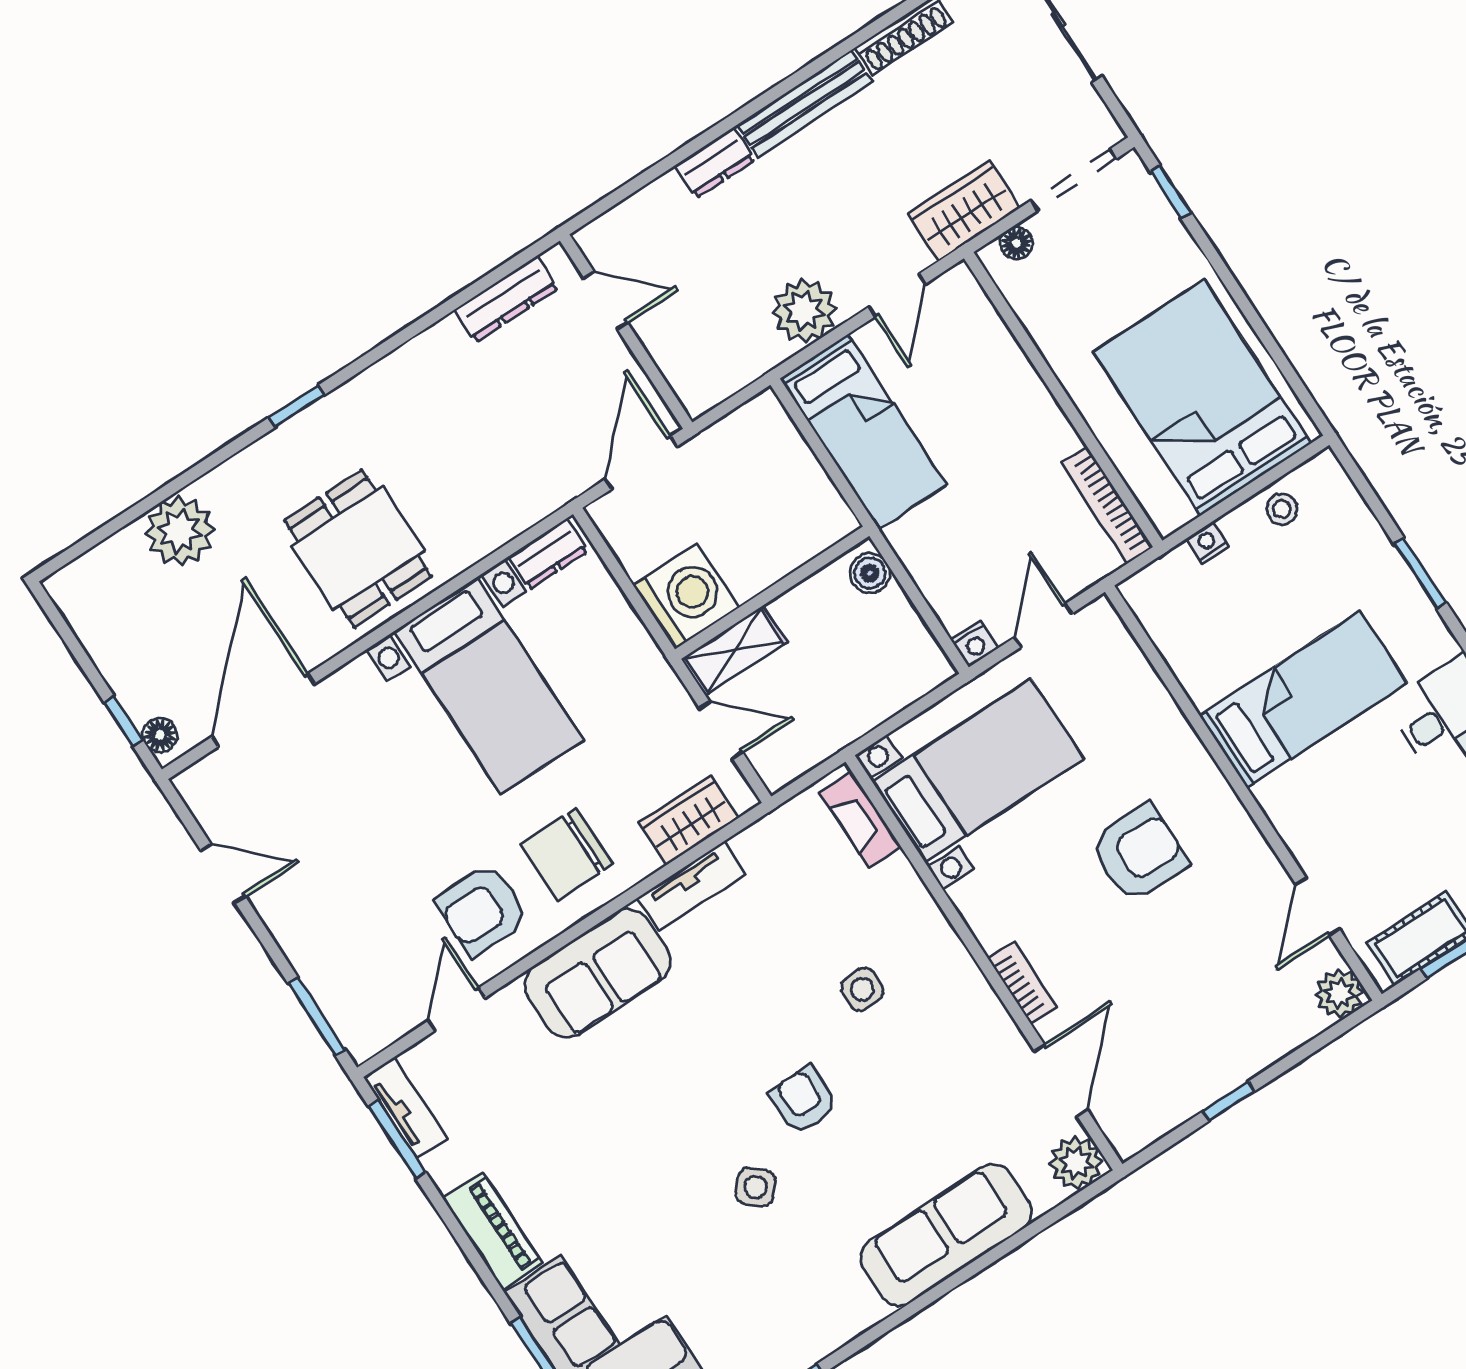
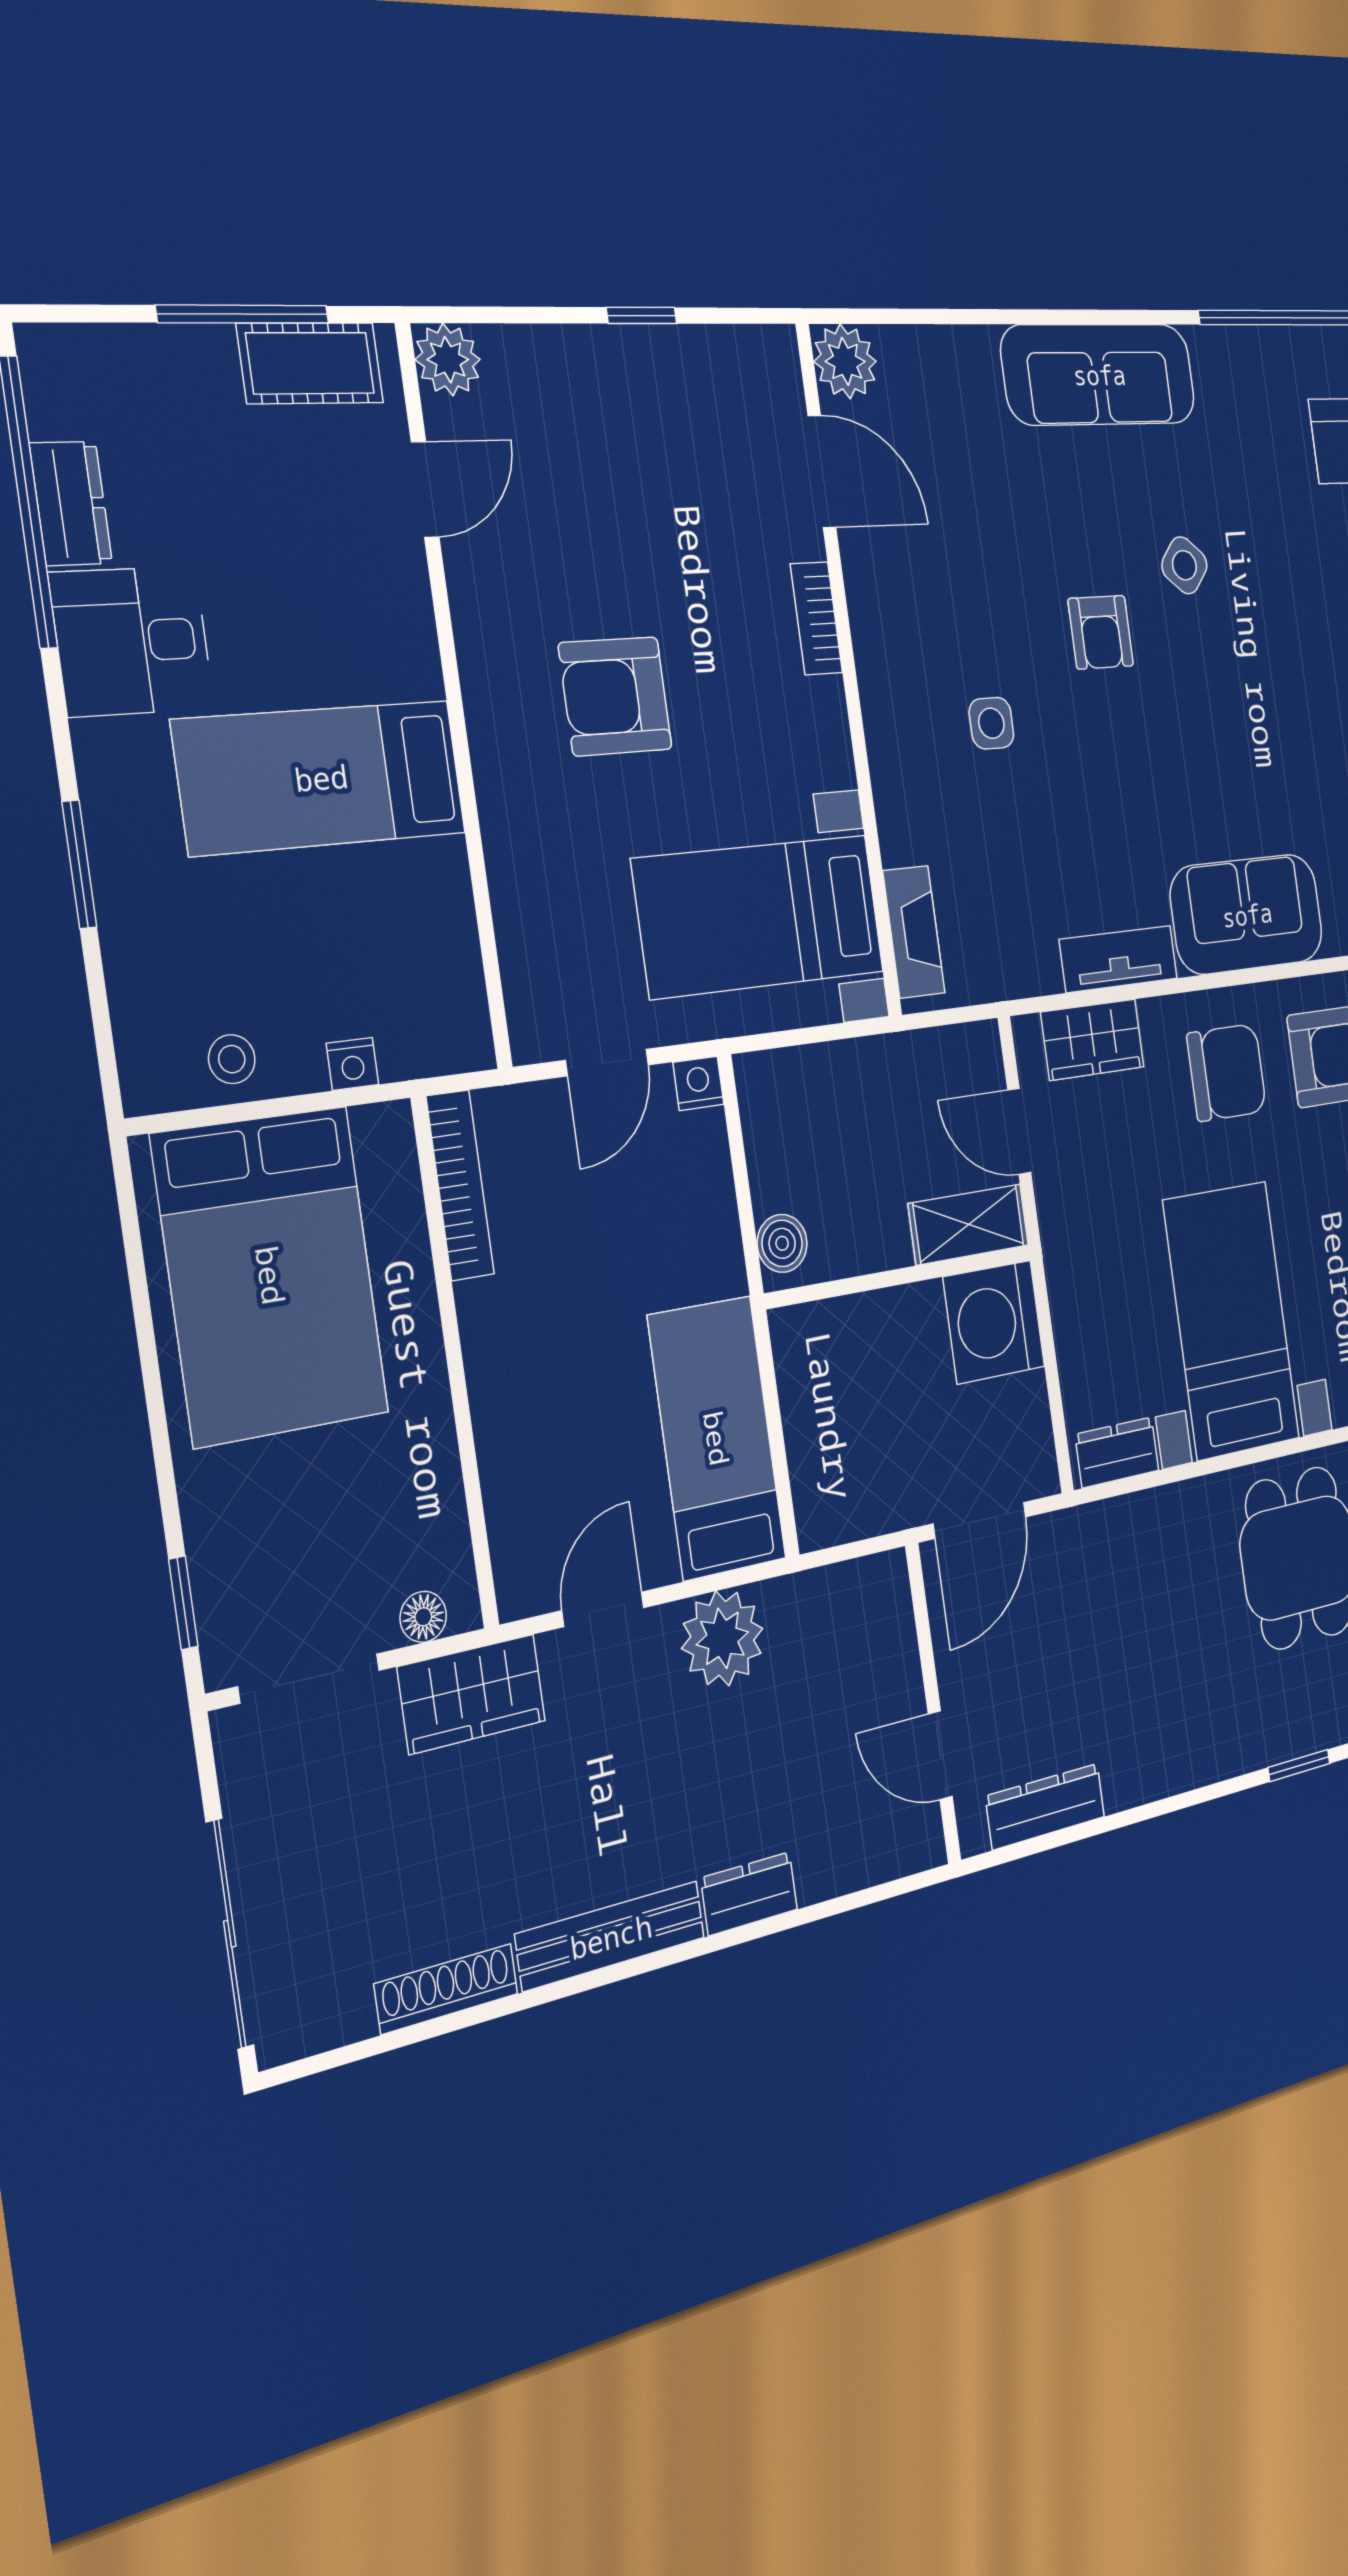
door: (1061, 1080) -> (822, 471), swing flipped
sofa: (946, 1235) -> (1099, 374), moved

